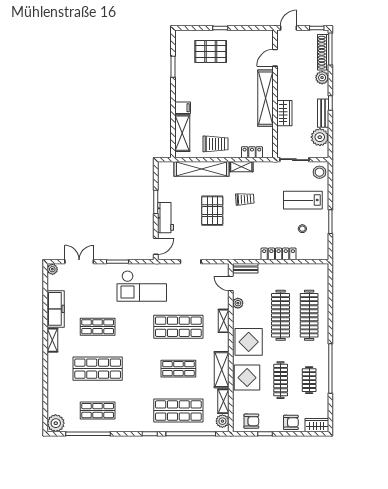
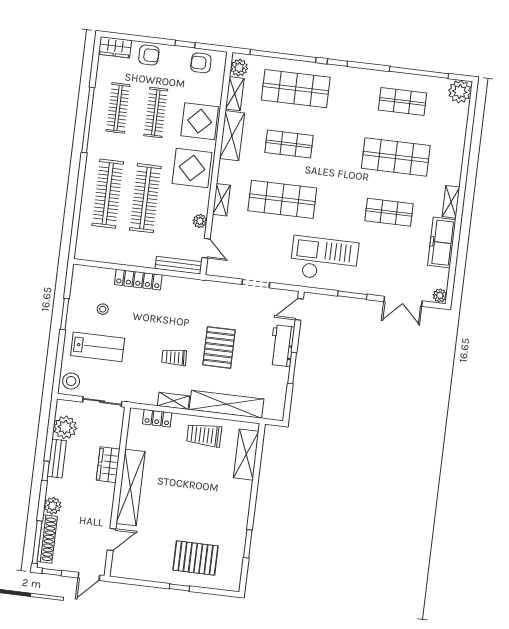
filing cabinet: (183, 108) -> (242, 488), removed
bench: (245, 268) -> (179, 265), width x1.36
clothes rail: (309, 380) -> (118, 108), width x1.36
armchair: (291, 422) -> (149, 55), turned 180

